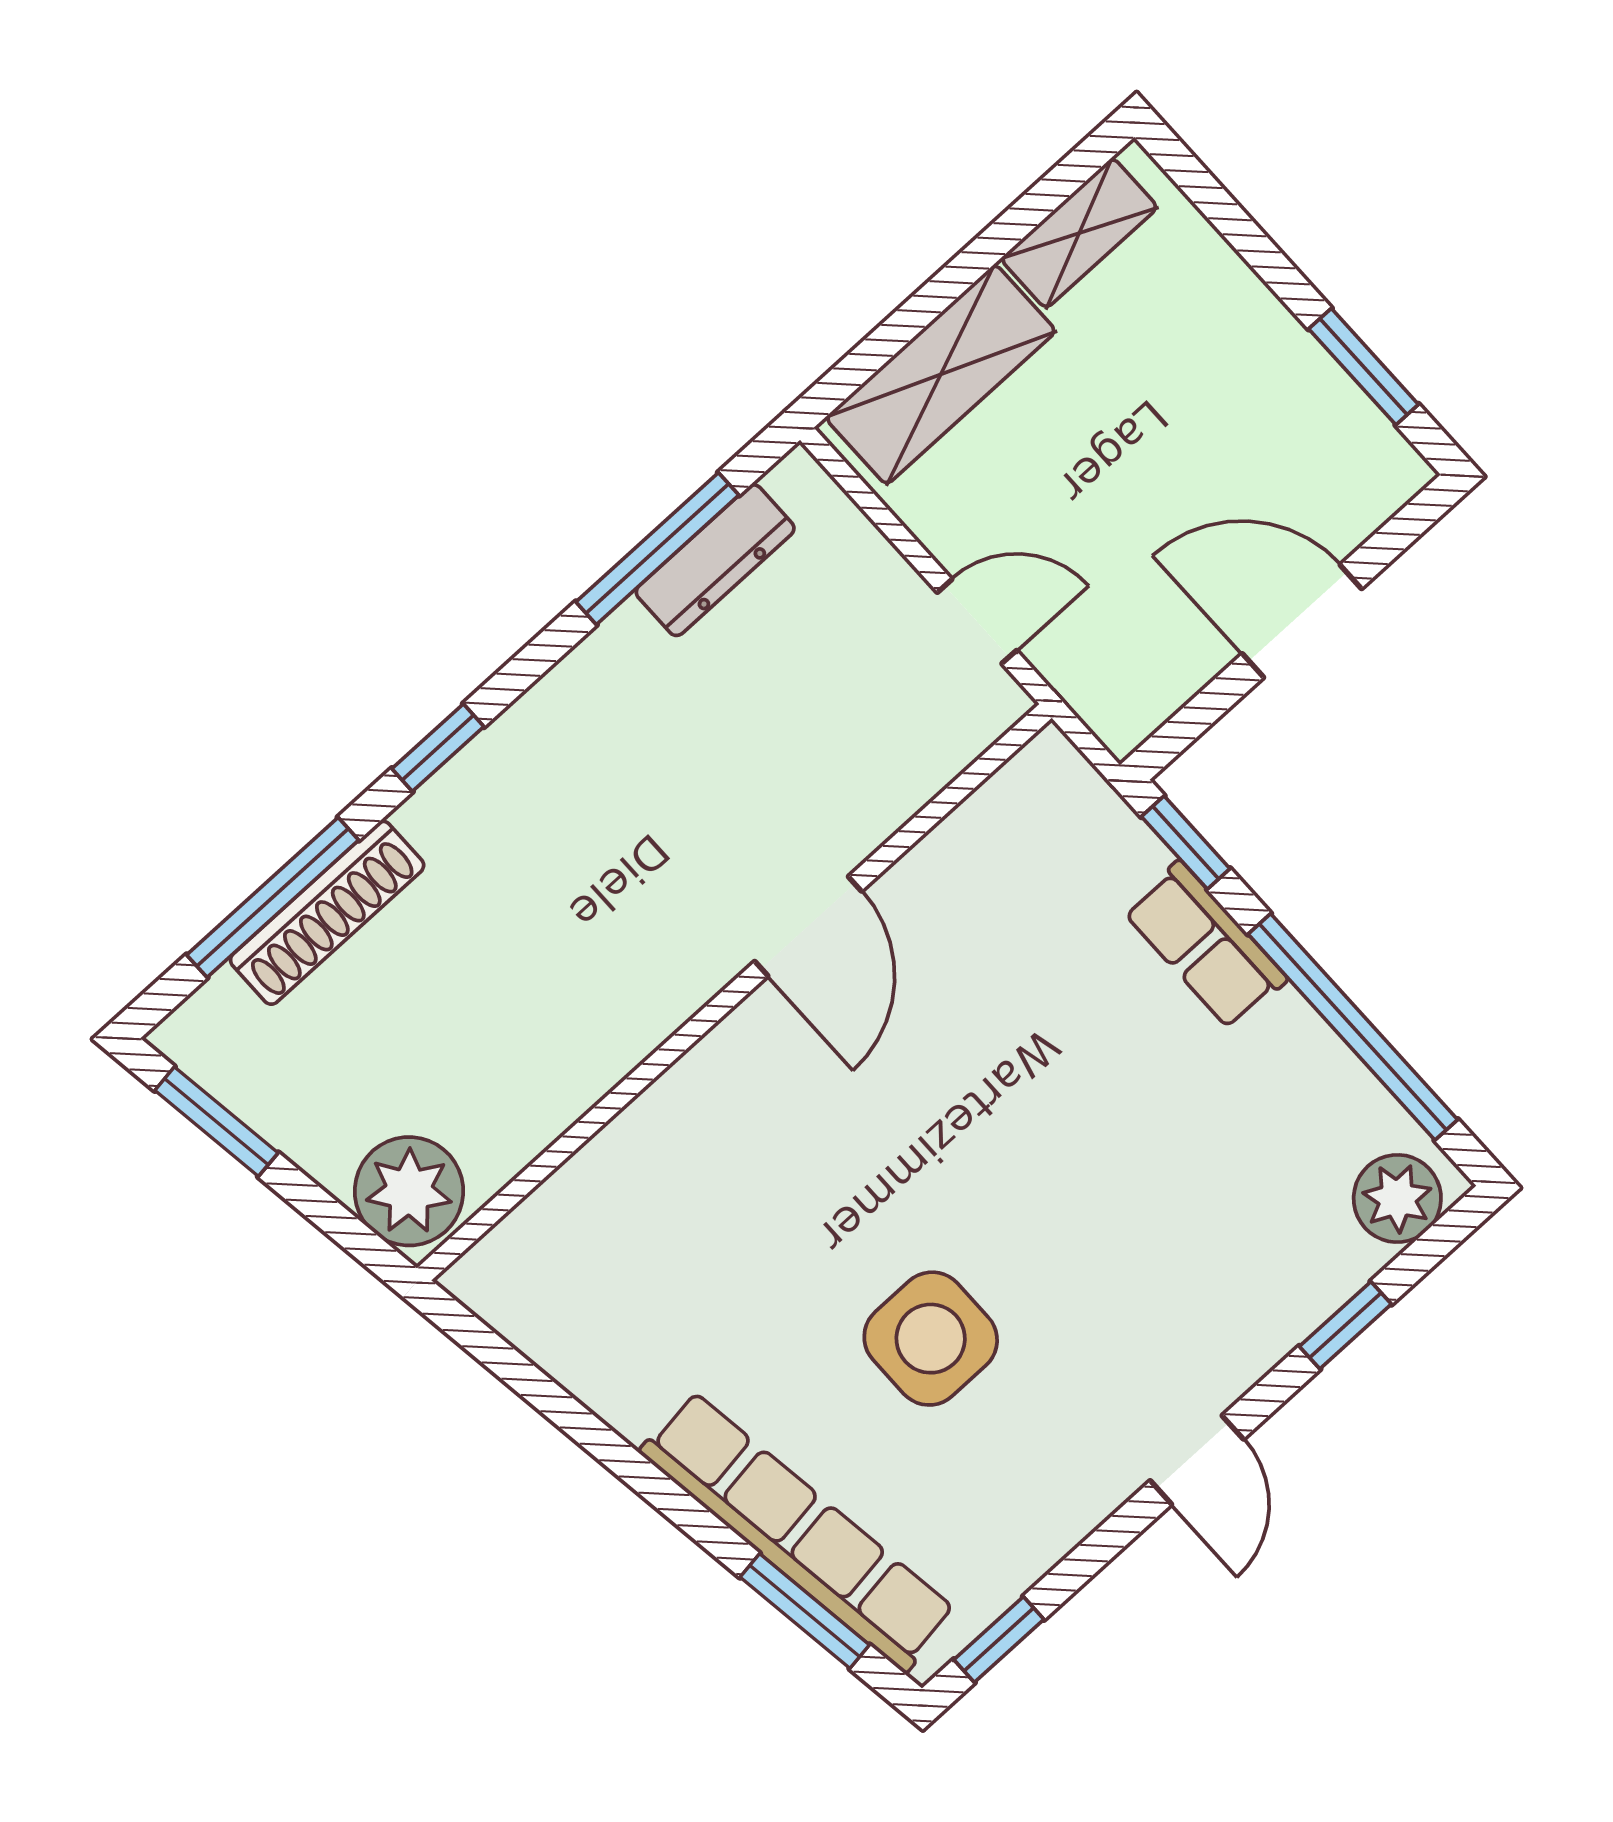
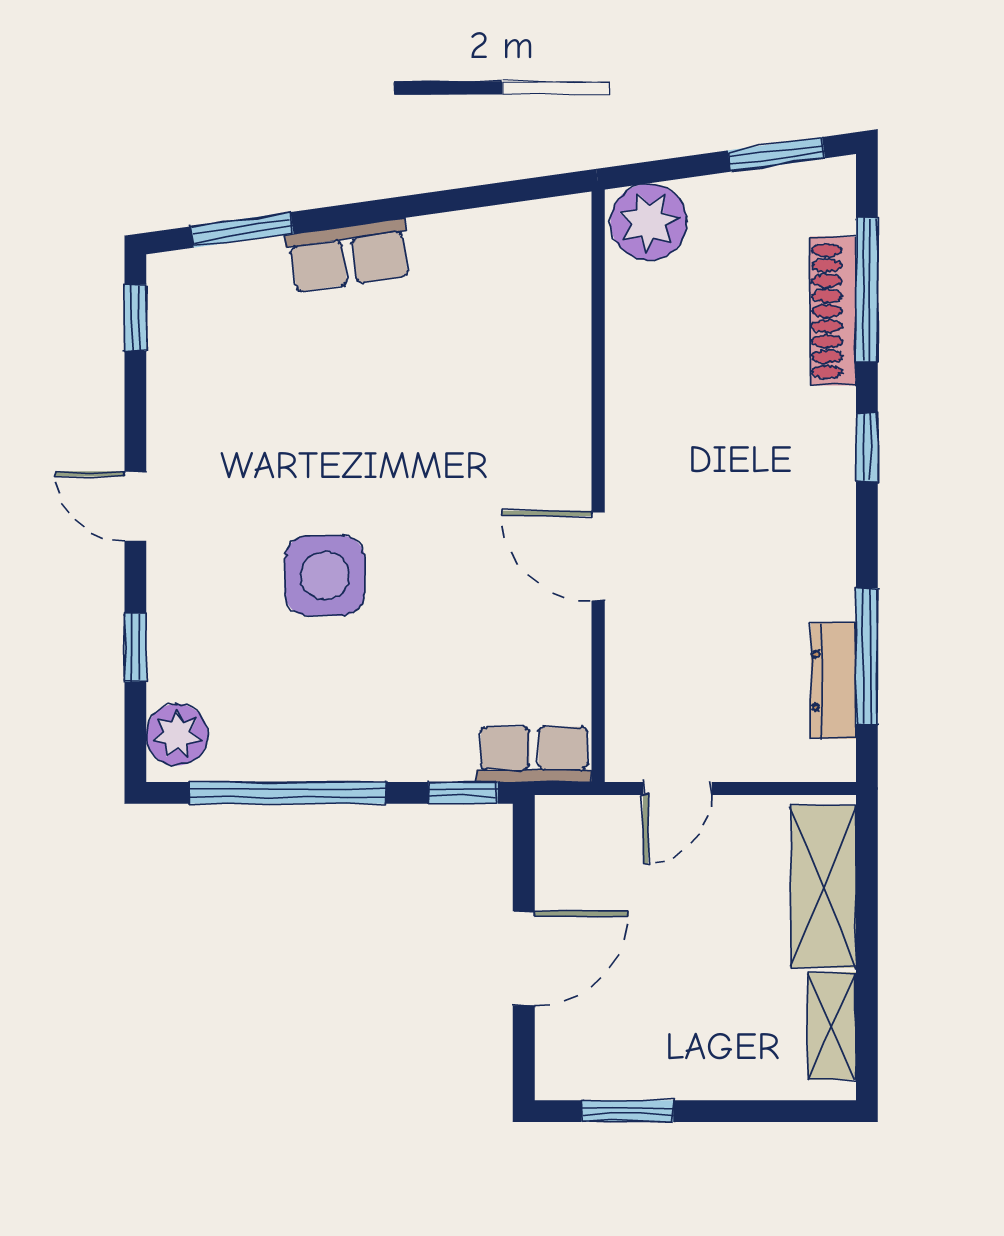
row of seats: (1205, 945) -> (534, 754), moved
side table: (931, 1339) -> (325, 576), moved
row of seats: (798, 1531) -> (348, 255), width x0.50

